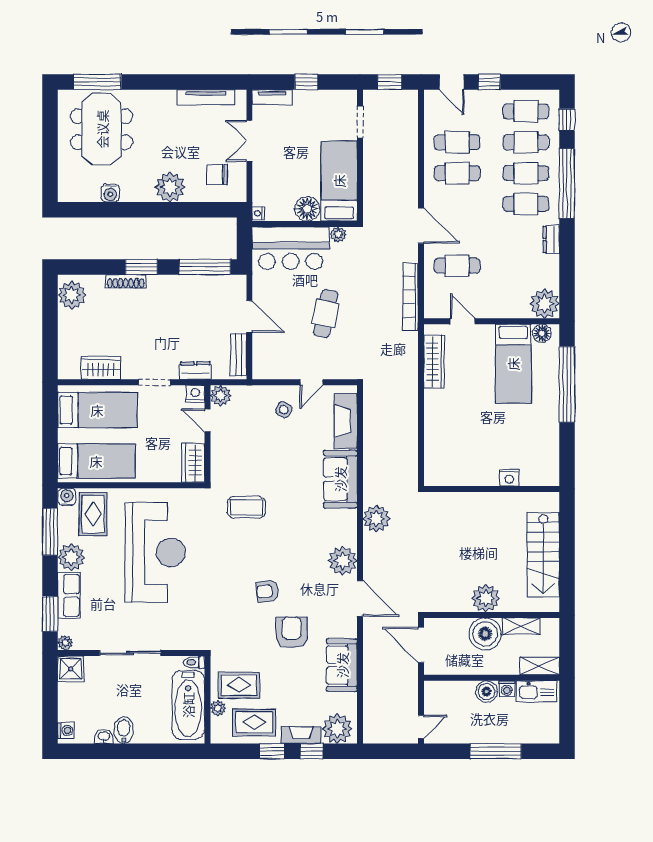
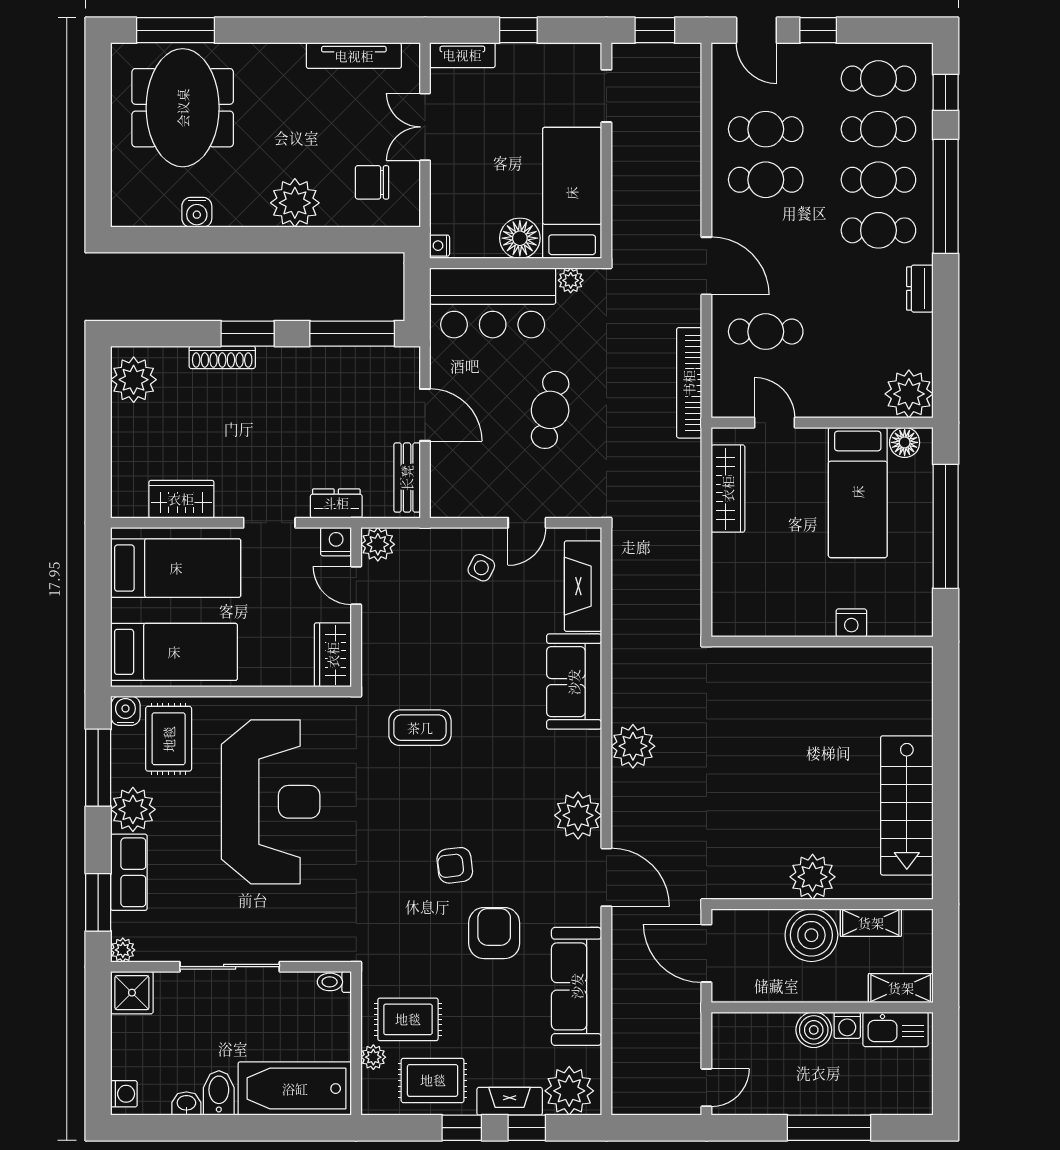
nightstand: (509, 478) -> (851, 623), moved
wall: (492, 489) -> (822, 642), moved
sofa: (342, 665) -> (577, 986), width x1.36
bathtub: (188, 705) -> (295, 1089), moved, turned 90

